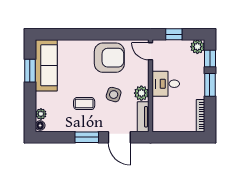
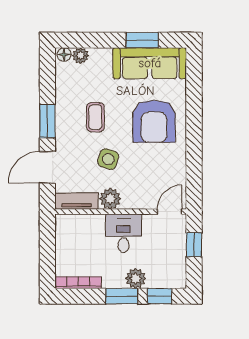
plant: (197, 47) -> (136, 278), moved
armchair: (109, 58) -> (154, 121), moved

